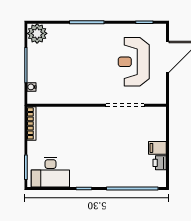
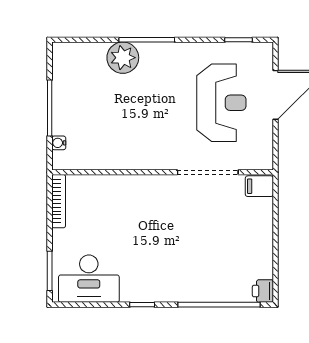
plant: (37, 33) -> (123, 58), moved
reception desk: (134, 62) -> (221, 103), turned 180
filing cabinet: (157, 148) -> (259, 186), moved
printer: (160, 163) -> (263, 291), moved

